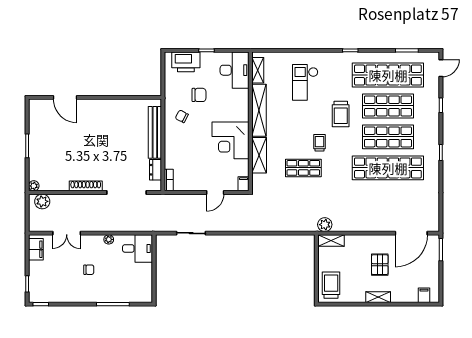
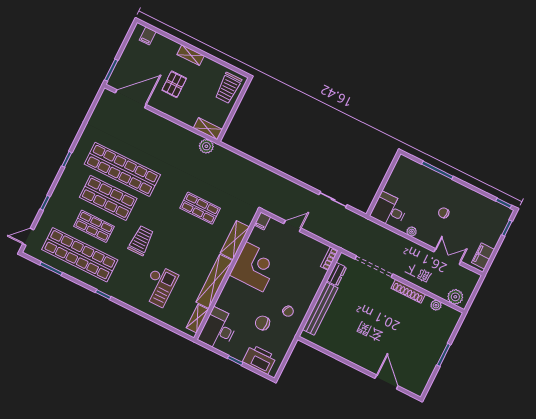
shop shelf: (388, 106) -> (94, 226), width x0.70, depth x0.74
trolley: (320, 143) -> (174, 224), removed
plant: (34, 186) -> (436, 305), moved

